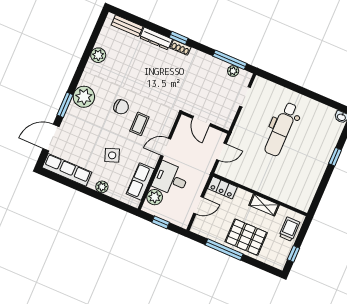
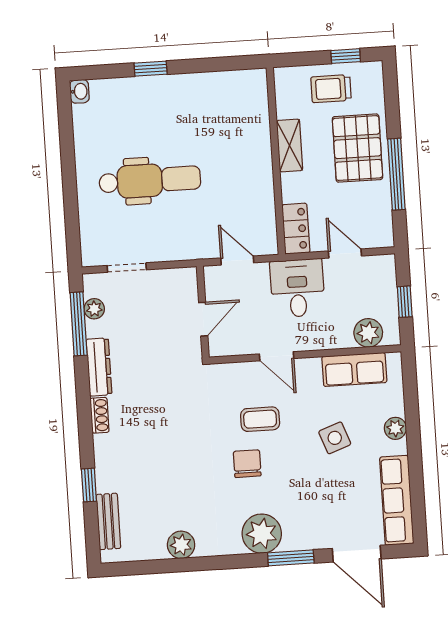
window: (179, 38) -> (89, 485), moved
dresser: (156, 39) -> (99, 367), moved
desk: (171, 179) -> (297, 288), moved, turned 180
trolley: (289, 229) -> (331, 89), moved

